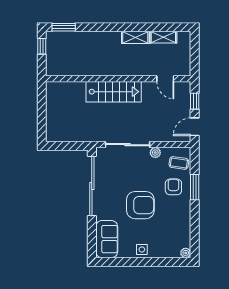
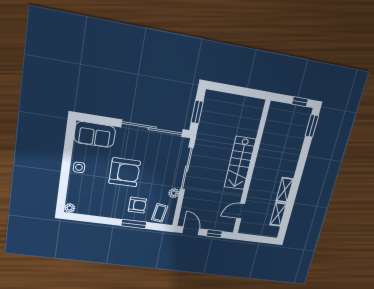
window: (69, 146) -> (197, 112), added
armchair: (140, 205) -> (125, 172), turned -90

